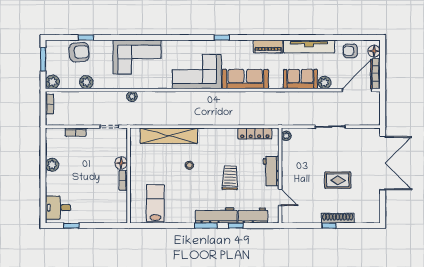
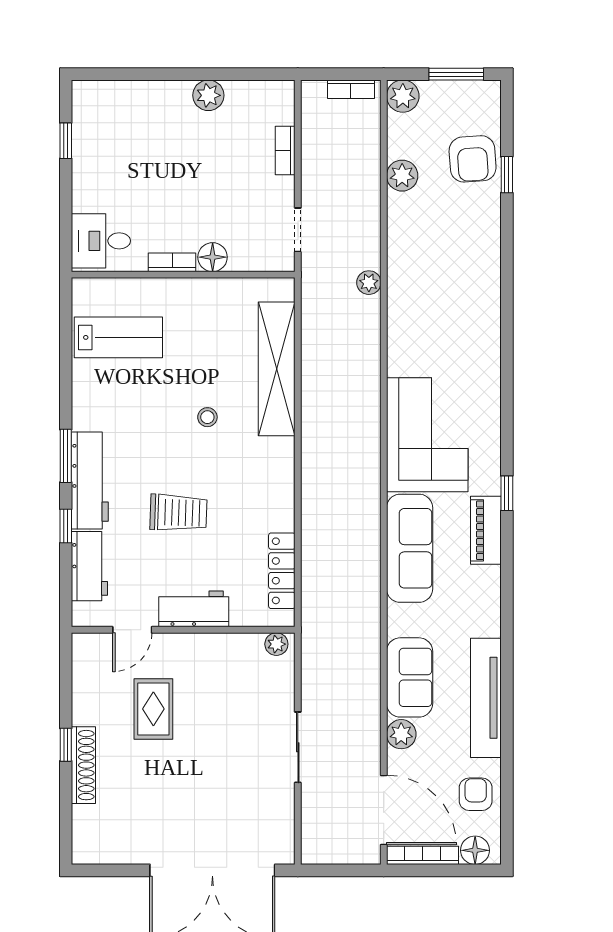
piano: (268, 46) -> (486, 530), moved
corner sofa: (137, 57) -> (461, 295), removed
rug: (338, 180) -> (153, 709), moved
desk: (58, 208) -> (101, 241), moved, turned -90

